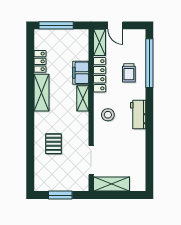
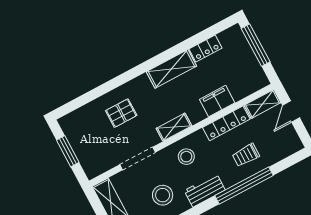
window: (149, 63) -> (244, 186), moved
shelving: (83, 98) -> (174, 127), moved
stool: (126, 146) -> (163, 195), added
doorway: (91, 160) -> (138, 158), moved

